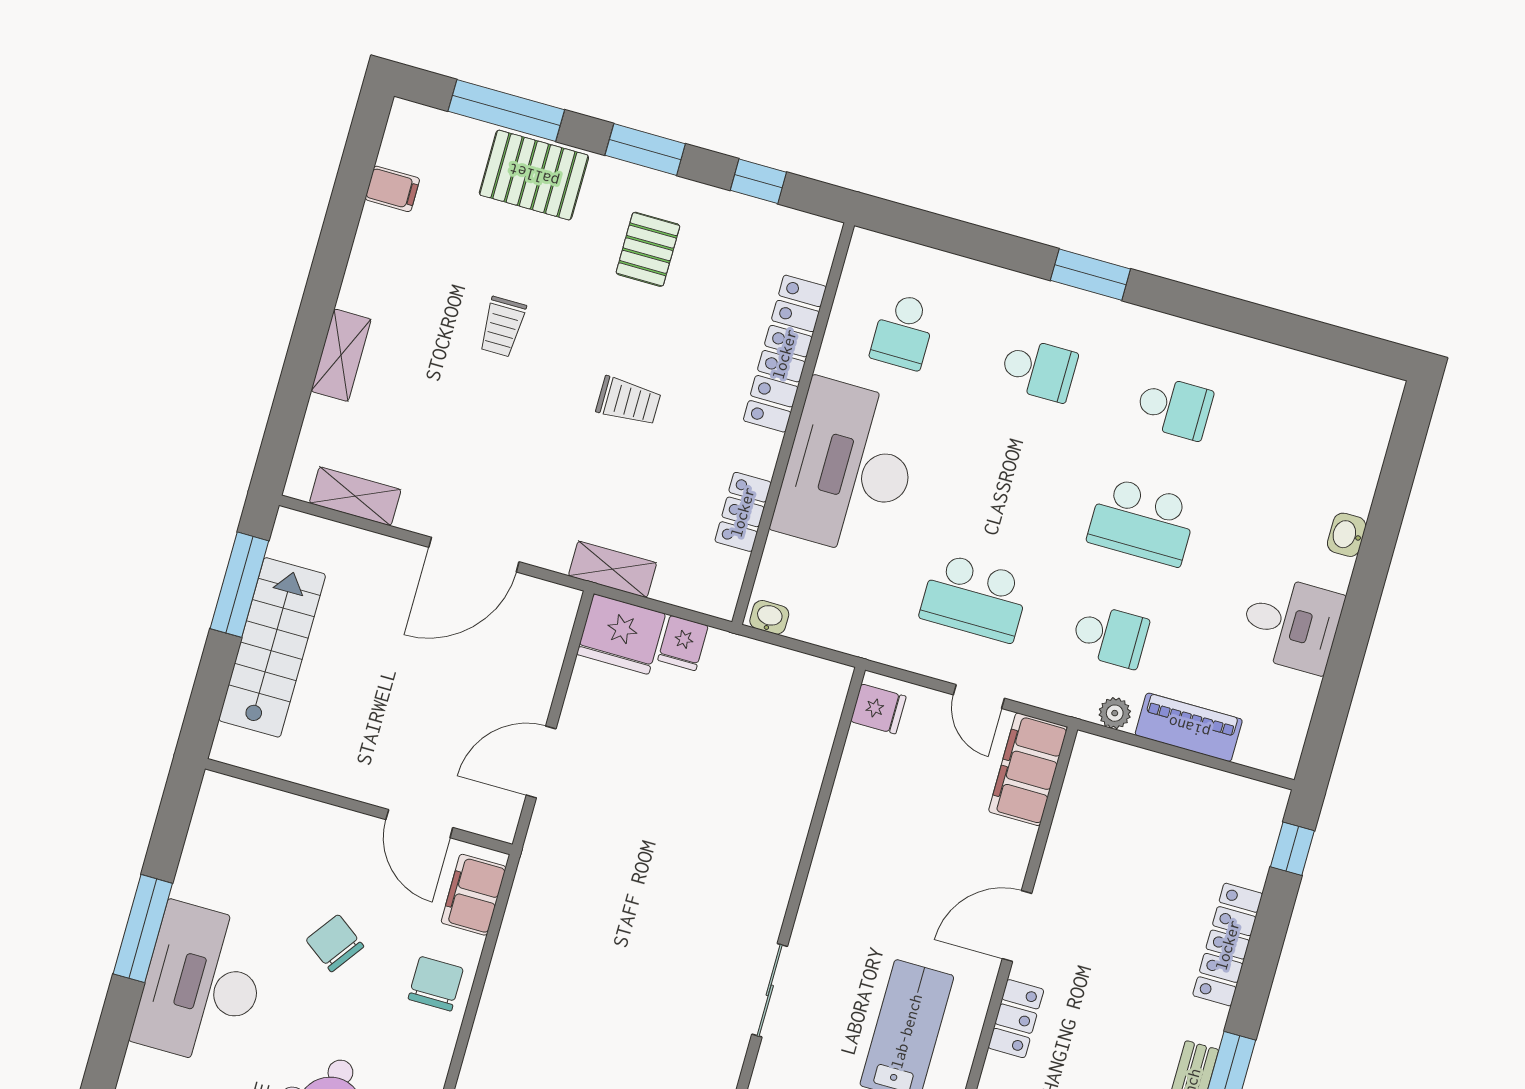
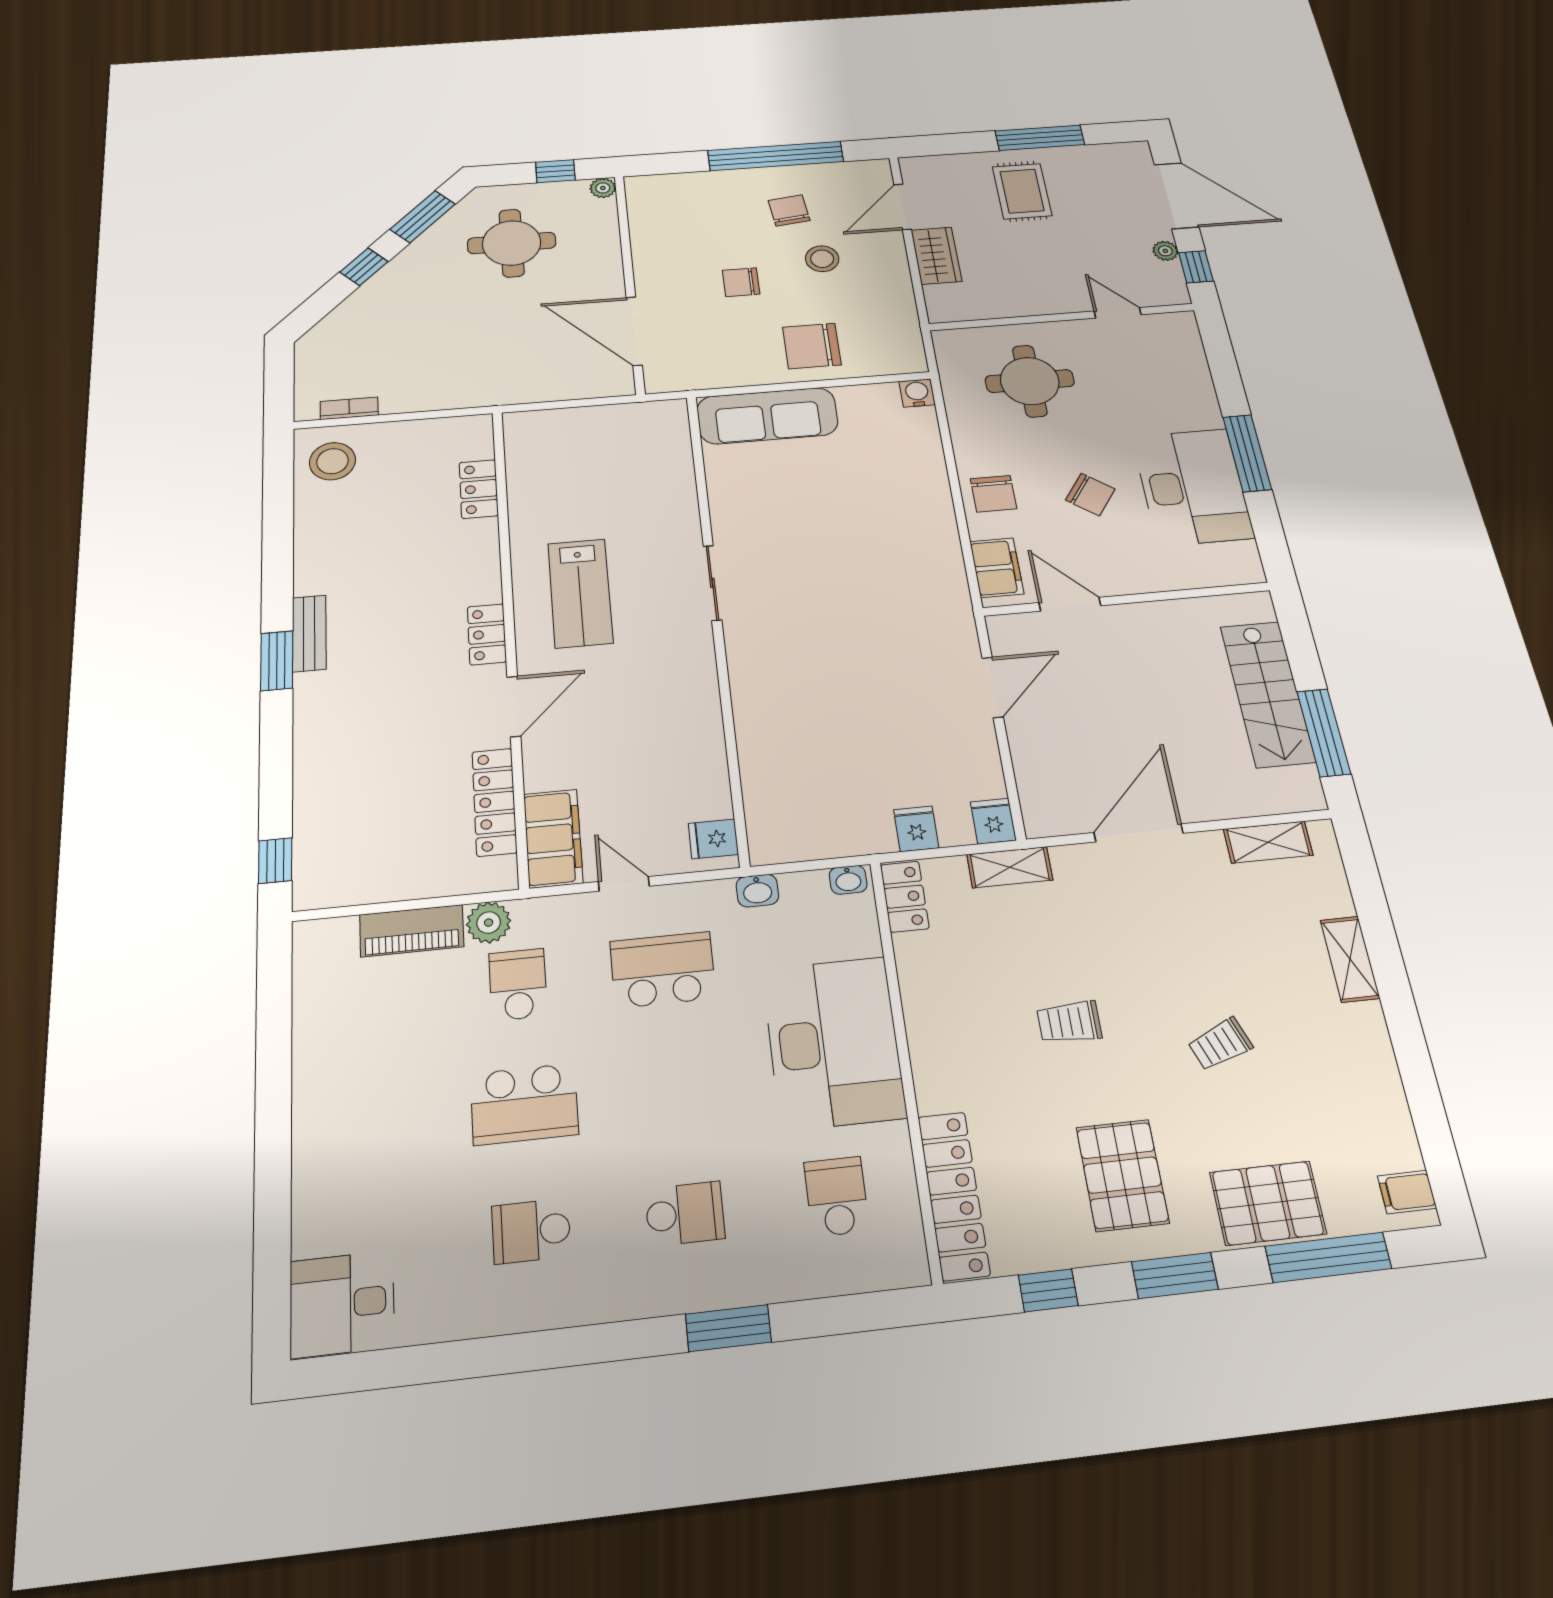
filing cabinet: (392, 189) -> (1407, 1192), moved
pallet: (648, 249) -> (1122, 1175), width x1.50, depth x1.42
window: (1090, 275) -> (728, 1328), moved
trolley: (502, 327) -> (1220, 1044), turned -111
locker: (785, 354) -> (954, 1195), moved
school desk: (1039, 370) -> (685, 1214), turned 180
locker: (743, 512) -> (905, 897), moved
school desk: (1142, 522) -> (524, 1104), turned 180
washbasin: (1347, 535) -> (757, 891), moved, turned 90
desk: (1291, 624) -> (342, 1304), moved
fridge: (621, 634) -> (993, 821), width x0.53, depth x0.75
school desk: (1110, 636) -> (518, 985), turned 90
plant: (1115, 713) -> (489, 923), width x1.38, depth x1.38
locker: (1228, 945) -> (494, 802), moved, turned 180
desk: (202, 984) -> (1192, 487), moved

